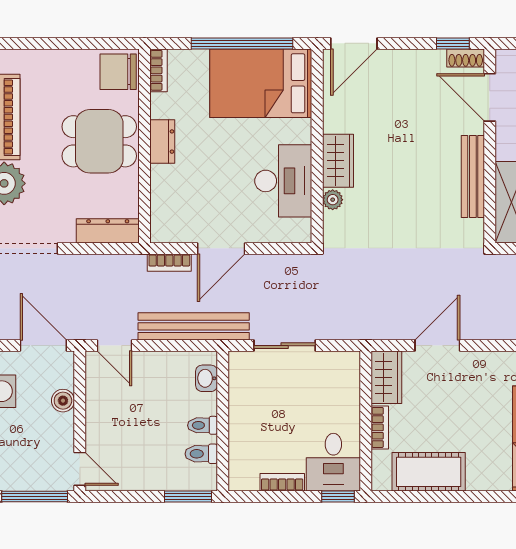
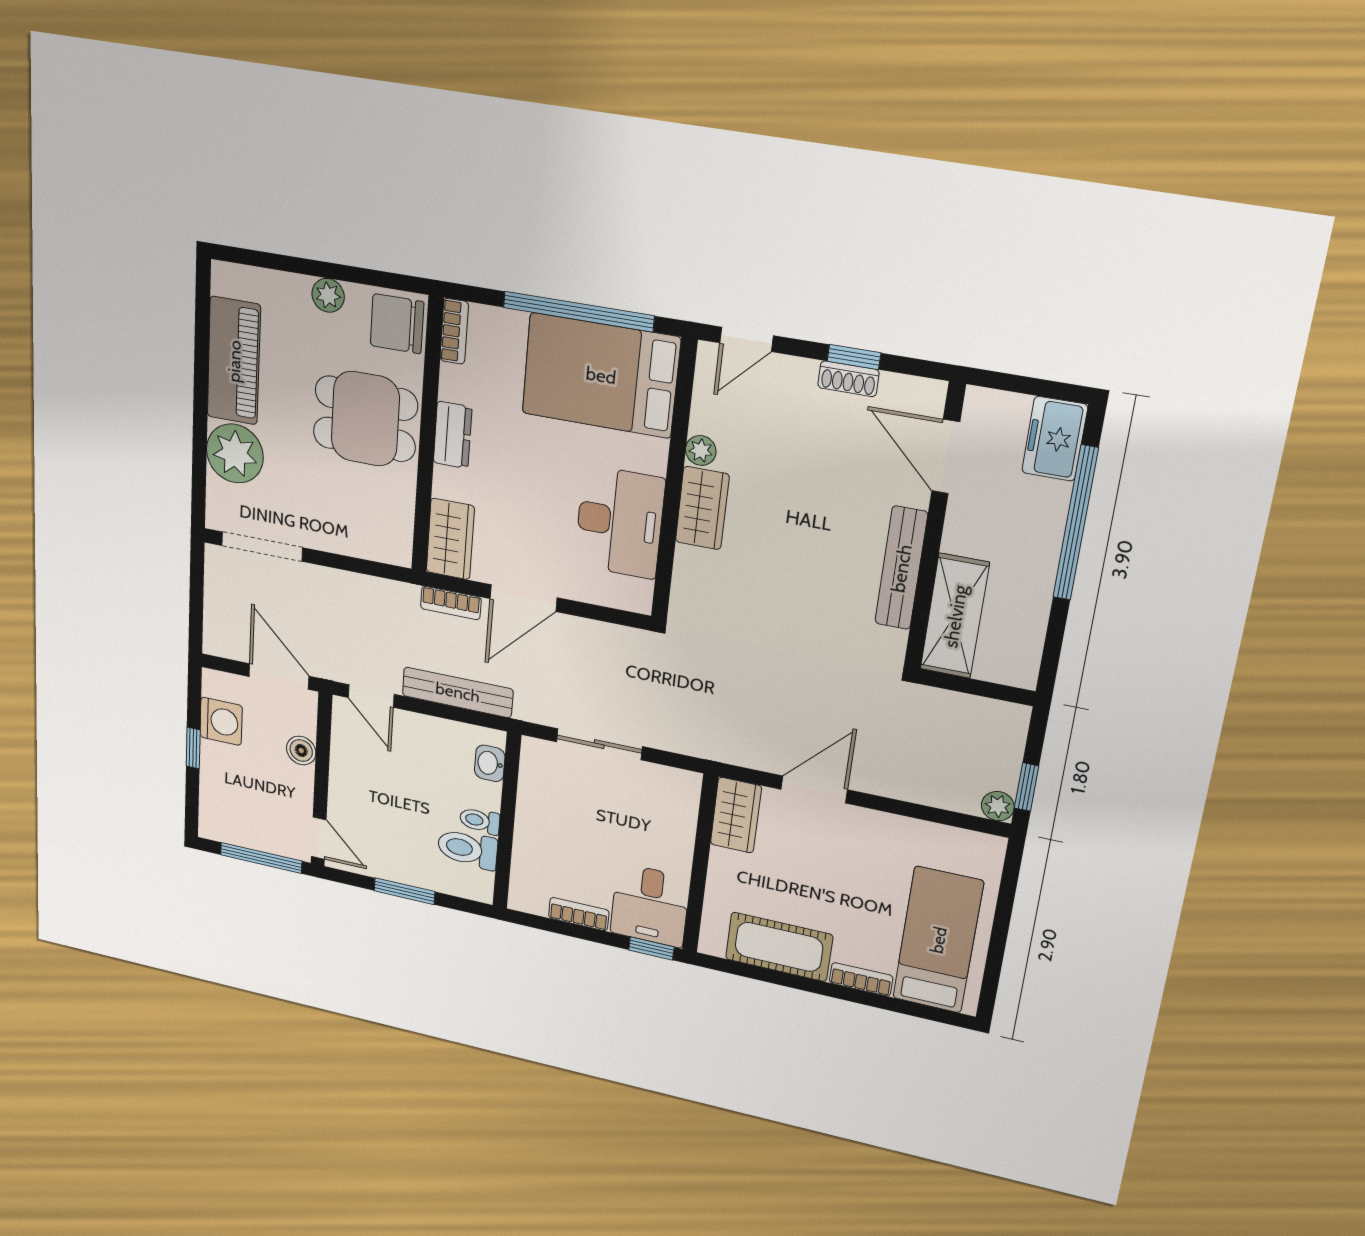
door: (354, 43) -> (746, 339), width x0.73
window: (453, 43) -> (854, 357), moved
shoe rack: (466, 58) -> (848, 379), moved
plant: (68, 60) -> (328, 295), added
plant: (333, 200) -> (701, 450), moved
wardrobe: (166, 216) -> (450, 539), added
dresser: (108, 231) -> (370, 544), removed
bench: (194, 326) -> (458, 692), width x0.73, depth x0.82
bookcase: (380, 427) -> (861, 979), moved, turned -90
toilet: (201, 454) -> (468, 849), width x1.37, depth x1.39
window: (188, 497) -> (404, 891), moved

